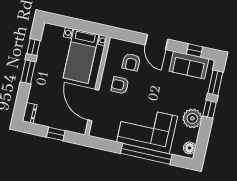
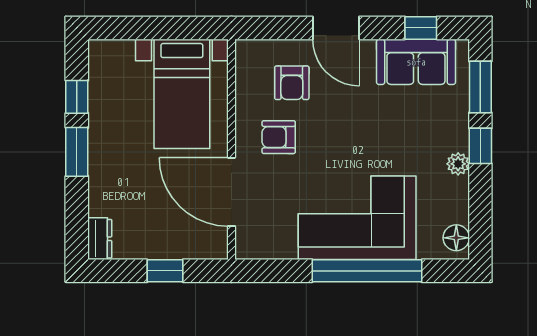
plant: (192, 118) -> (458, 164), width x0.53, depth x0.53

